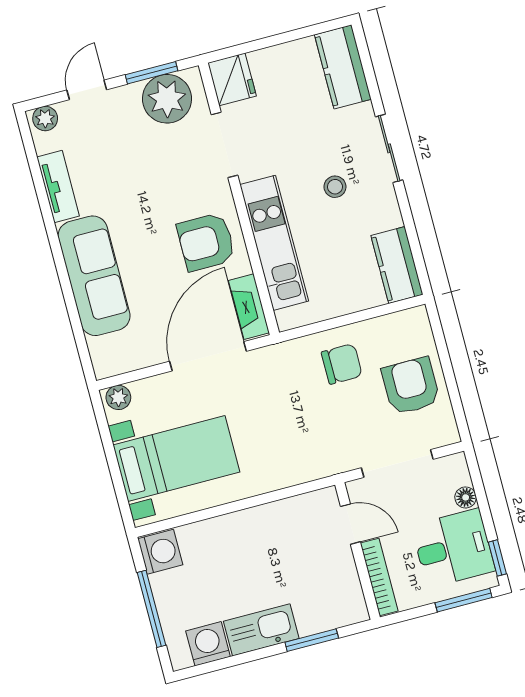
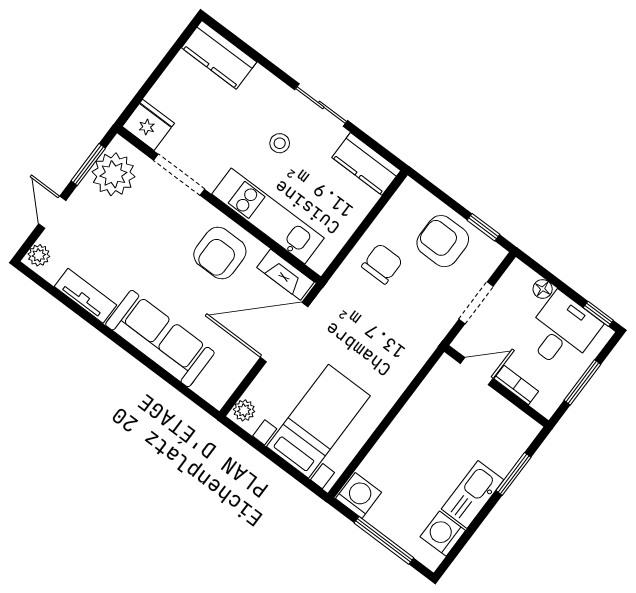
sliding door: (389, 148) -> (321, 105), moved
door: (208, 356) -> (284, 332), hinge flipped
window: (456, 402) -> (483, 227), added
doorway: (397, 463) -> (476, 303), width x0.73
bookcase: (379, 577) -> (516, 385), width x0.64
window: (464, 600) -> (582, 382), moved

